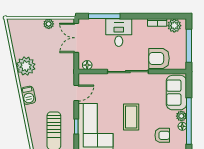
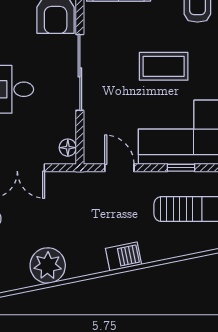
plant: (26, 66) -> (48, 266), moved

